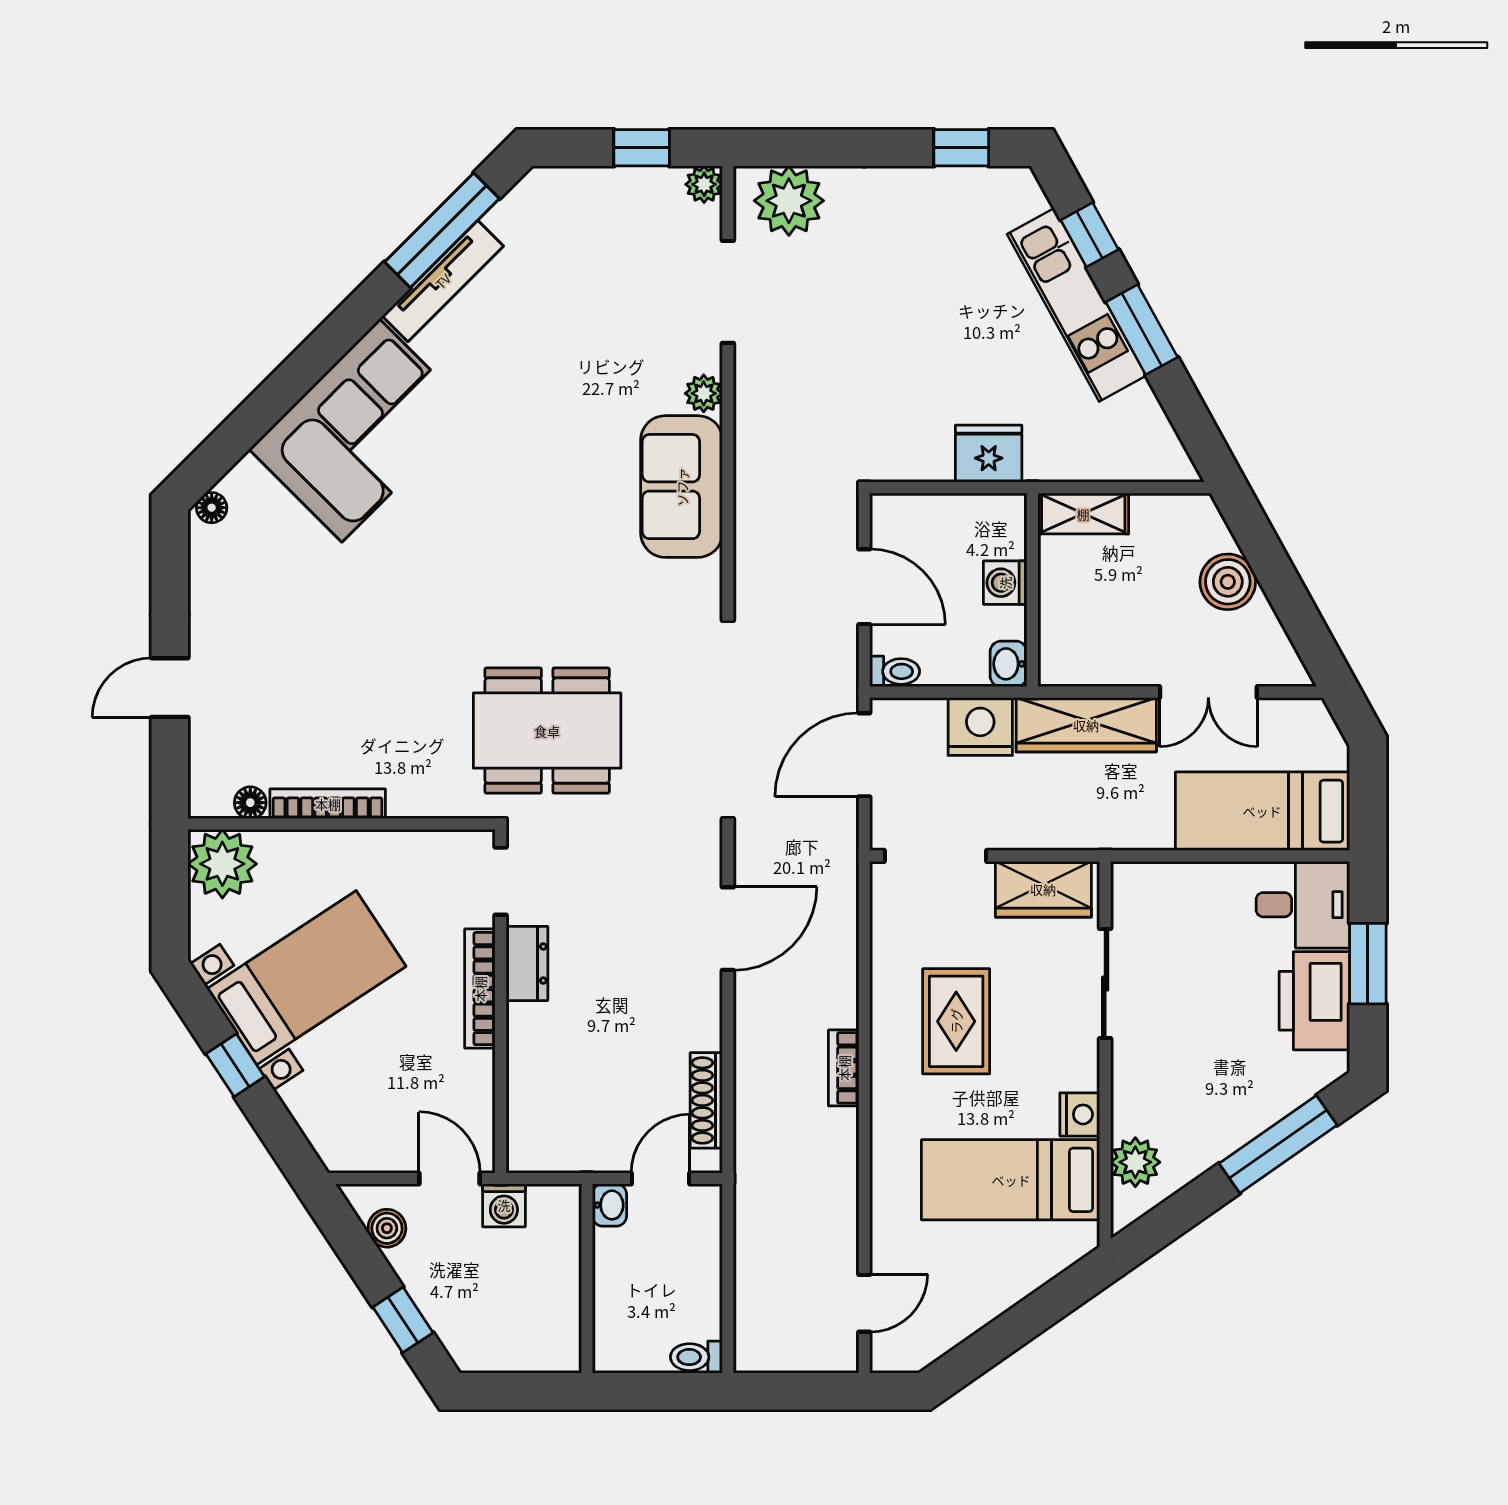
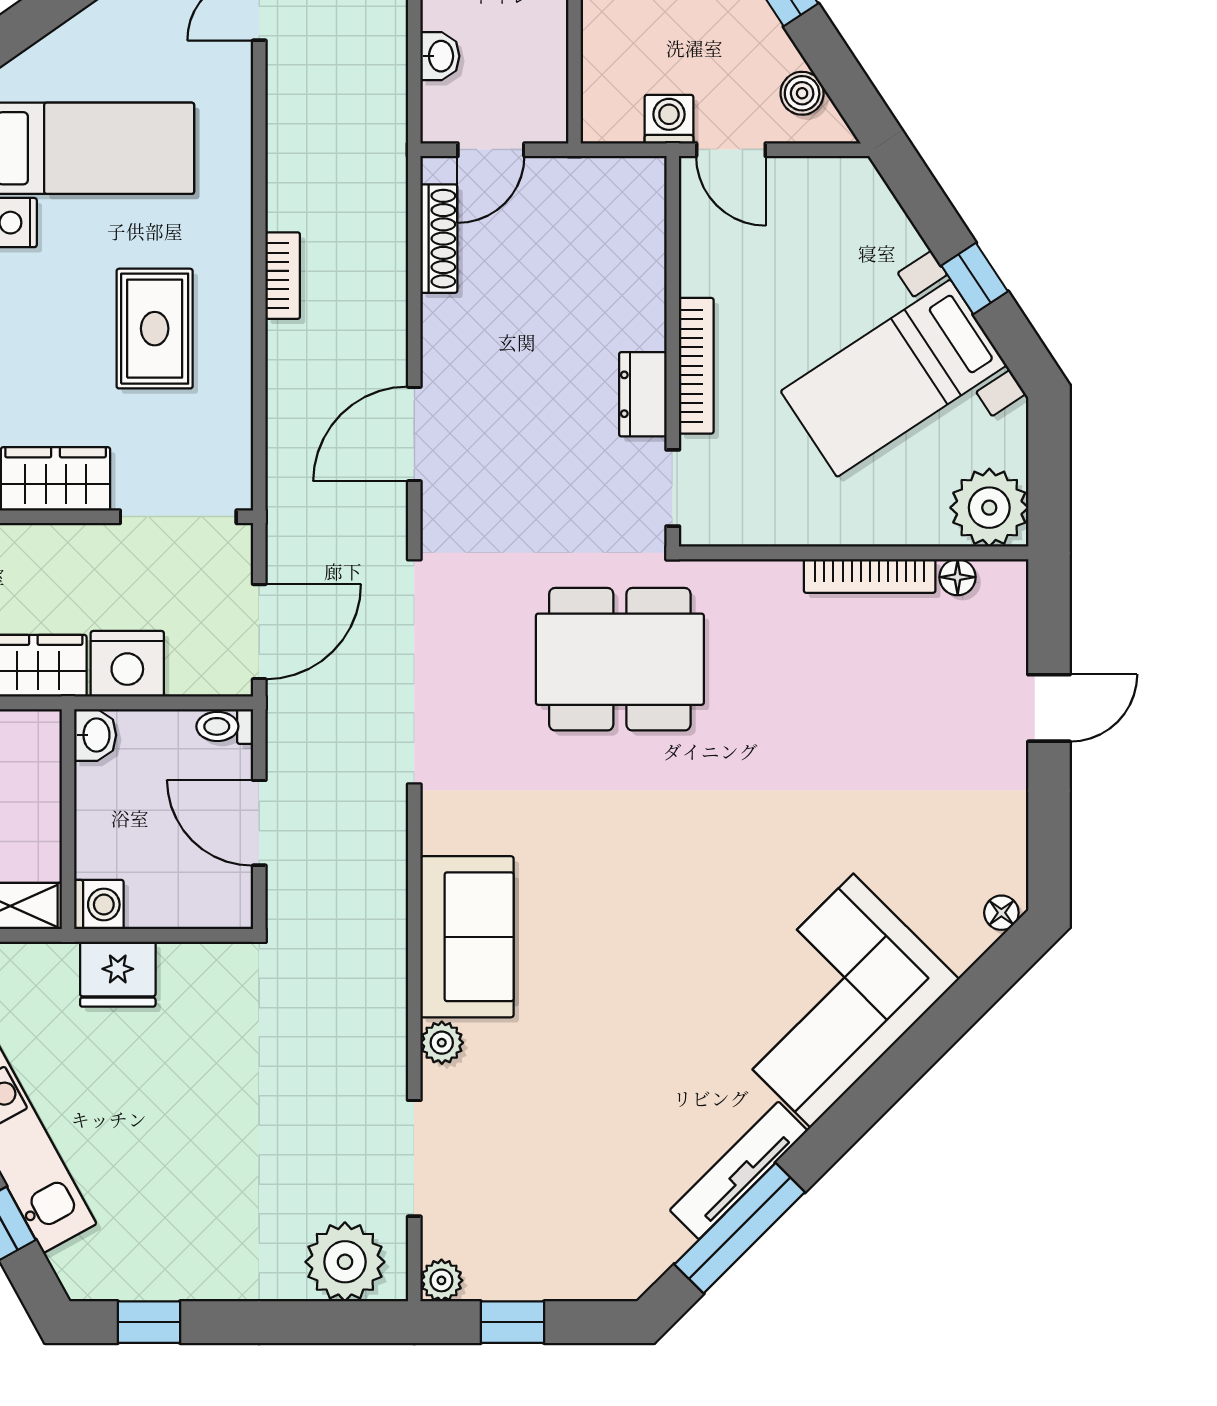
washing machine: (1005, 583) -> (99, 905), moved
washbasin: (610, 1205) -> (440, 56), moved, turned 180

